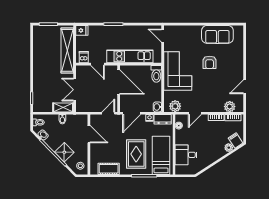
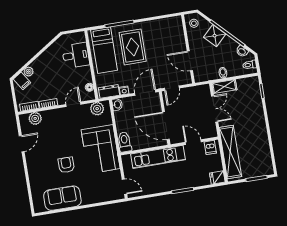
cot: (109, 169) -> (161, 25), removed

